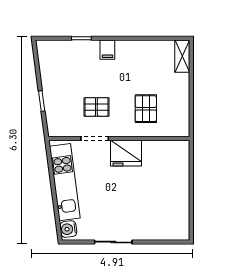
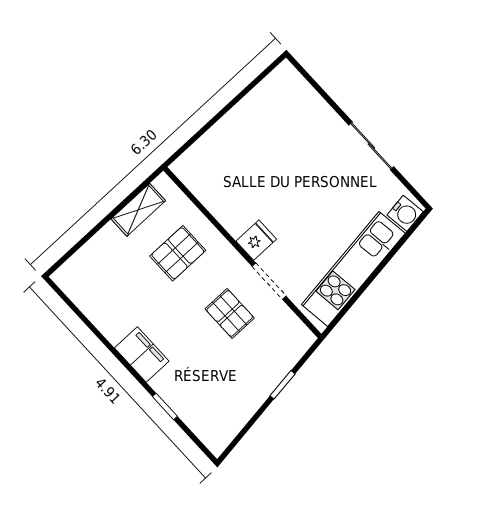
filing cabinet: (107, 50) -> (142, 355), width x2.00
shelving: (182, 56) -> (138, 210), moved
fridge: (126, 153) -> (256, 240), width x0.53, depth x0.75

